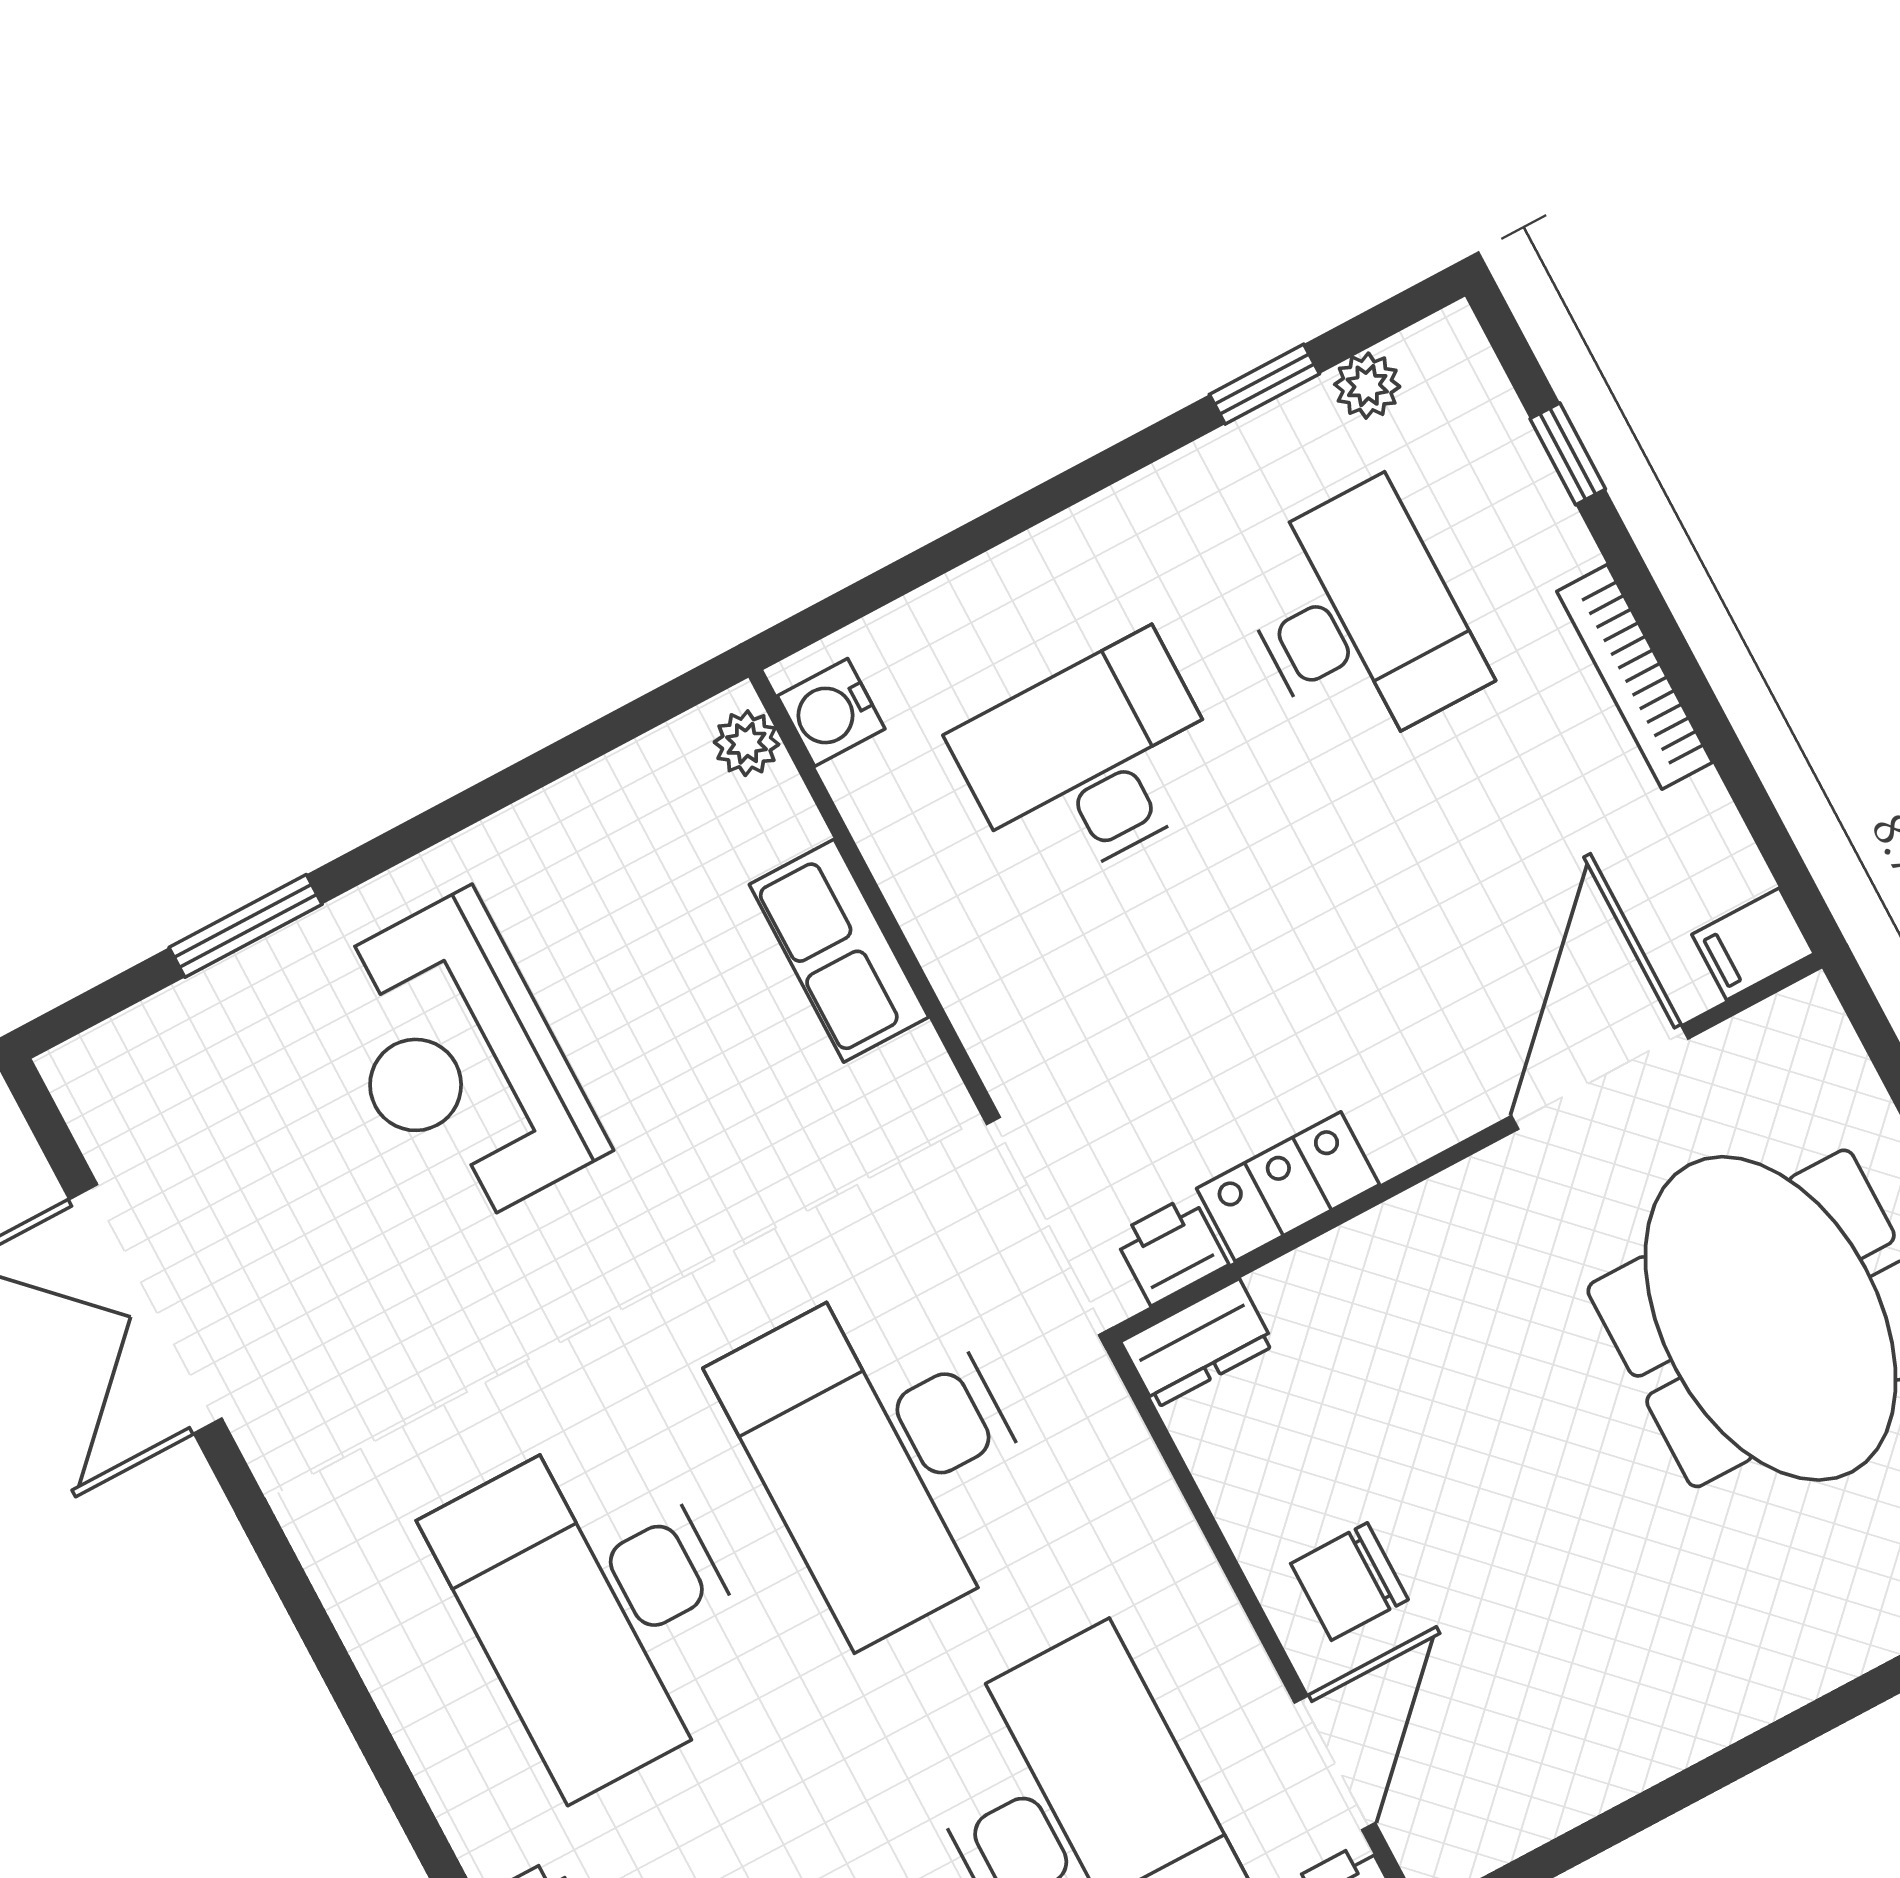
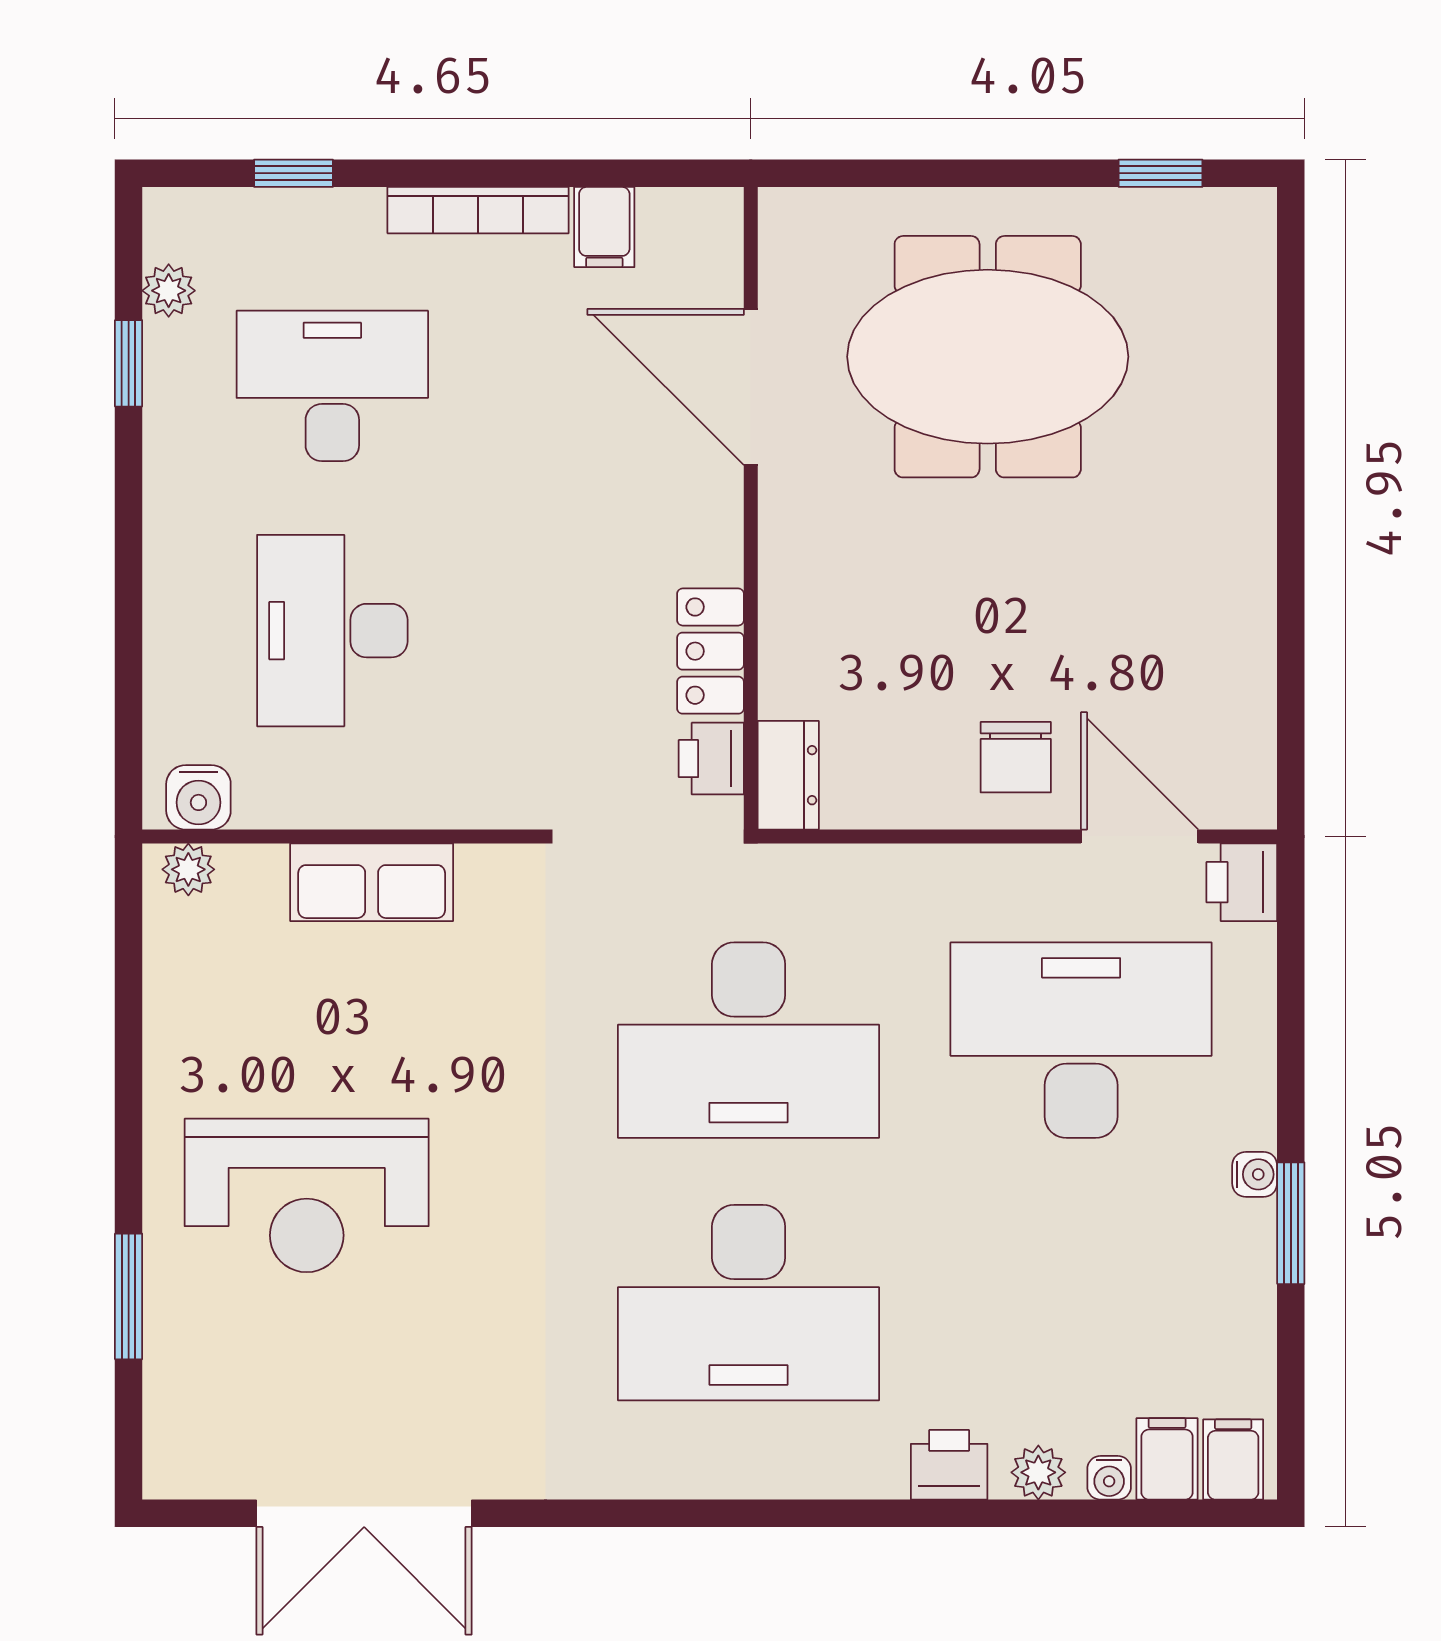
filing cabinet: (1753, 944) -> (604, 227), moved

